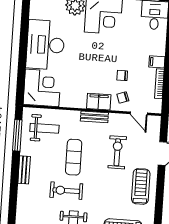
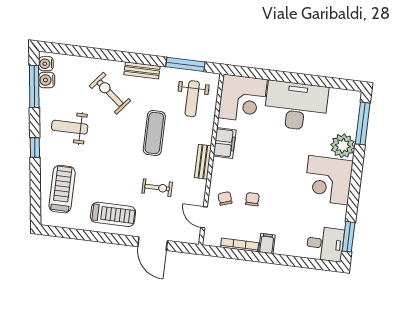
filing cabinet: (99, 102) -> (225, 143), moved
door: (139, 113) -> (204, 217), hinge flipped
exercise bike: (117, 152) -> (157, 188), width x0.73, depth x0.72
exercise mat: (74, 157) -> (154, 133), turned 90
exercise bike: (66, 191) -> (110, 93), moved, turned -51

